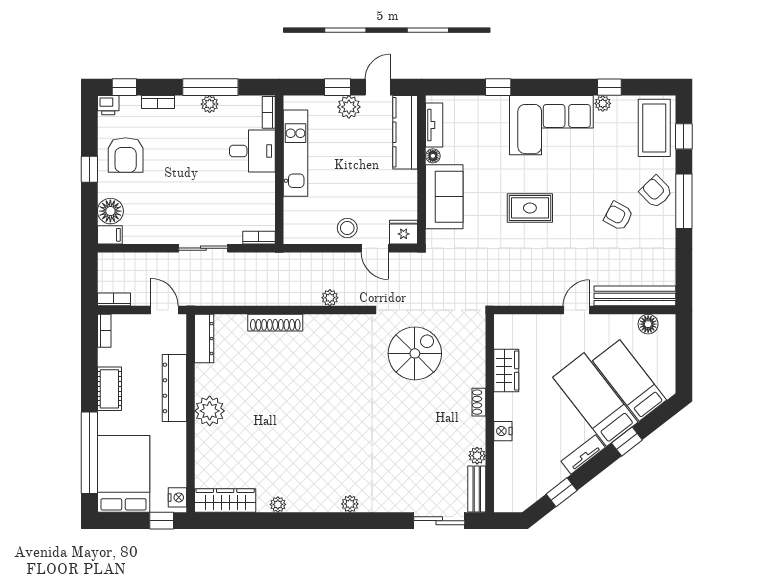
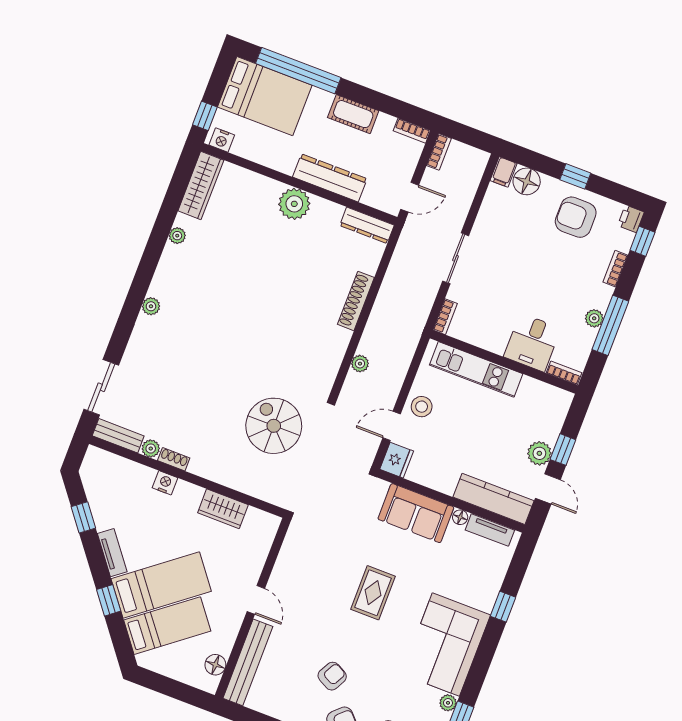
kitchen unit: (295, 153) -> (476, 369), moved
spiral stairs: (415, 353) -> (274, 426), turned 180
shoe rack: (479, 402) -> (174, 459), moved

